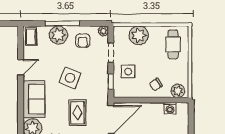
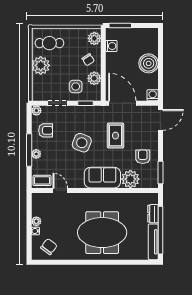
plant: (58, 35) -> (36, 154), width x0.53, depth x0.53
plant: (139, 35) -> (41, 65), moved
door: (21, 67) -> (60, 190), moved
plant: (137, 91) -> (94, 78), added
rug: (77, 113) -> (115, 136), turned 90
window: (191, 118) -> (120, 26), added

